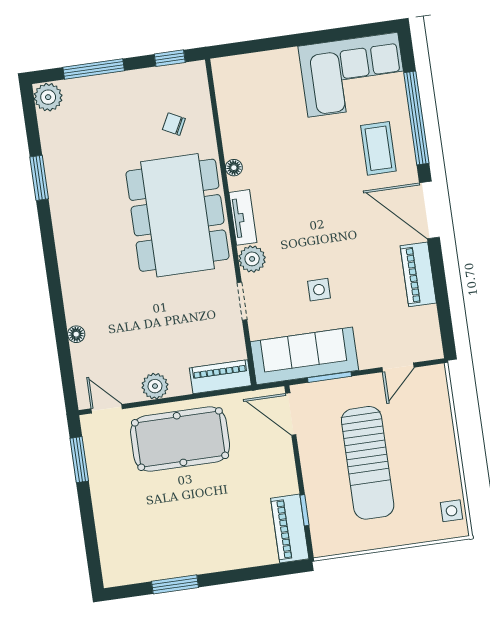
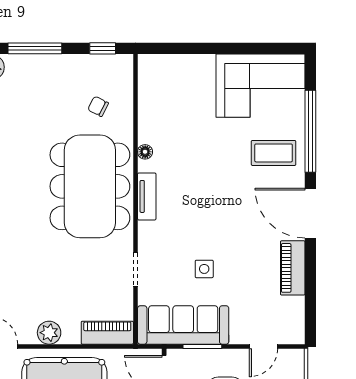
coffee table: (378, 148) -> (274, 153), turned 90
plant: (252, 259) -> (150, 234), removed

